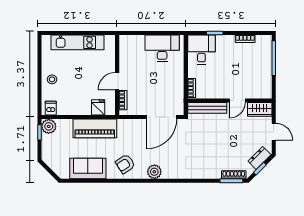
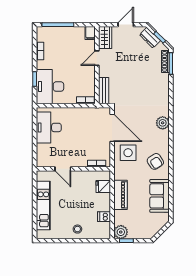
desk: (201, 50) -> (50, 87), width x1.37
door: (117, 81) -> (63, 169), moved
filing cabinet: (265, 93) -> (90, 33), added
door: (237, 101) -> (97, 58), swing flipped
dishwasher: (51, 108) -> (104, 217), moved
bench: (207, 108) -> (104, 91), width x0.73
piano: (95, 128) -> (121, 195), width x0.73, depth x0.75
side table: (135, 134) -> (128, 153), added
plant: (154, 172) -> (163, 123), moved

